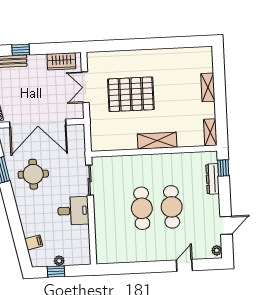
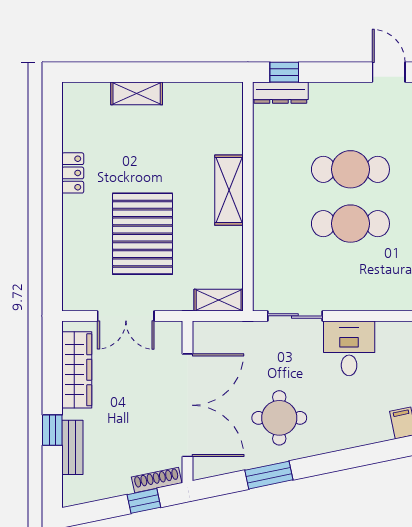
locker: (162, 54) -> (73, 173), added
wardrobe: (61, 61) -> (77, 370), width x1.50
shelving: (210, 132) -> (219, 300), moved
dresser: (213, 179) -> (280, 93), moved

